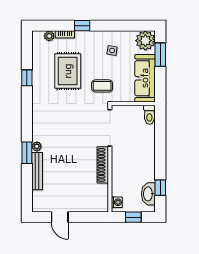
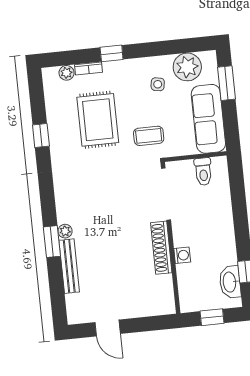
plant: (145, 41) -> (187, 67), moved
toilet: (149, 115) -> (203, 172), moved
washing machine: (117, 202) -> (182, 255), moved

